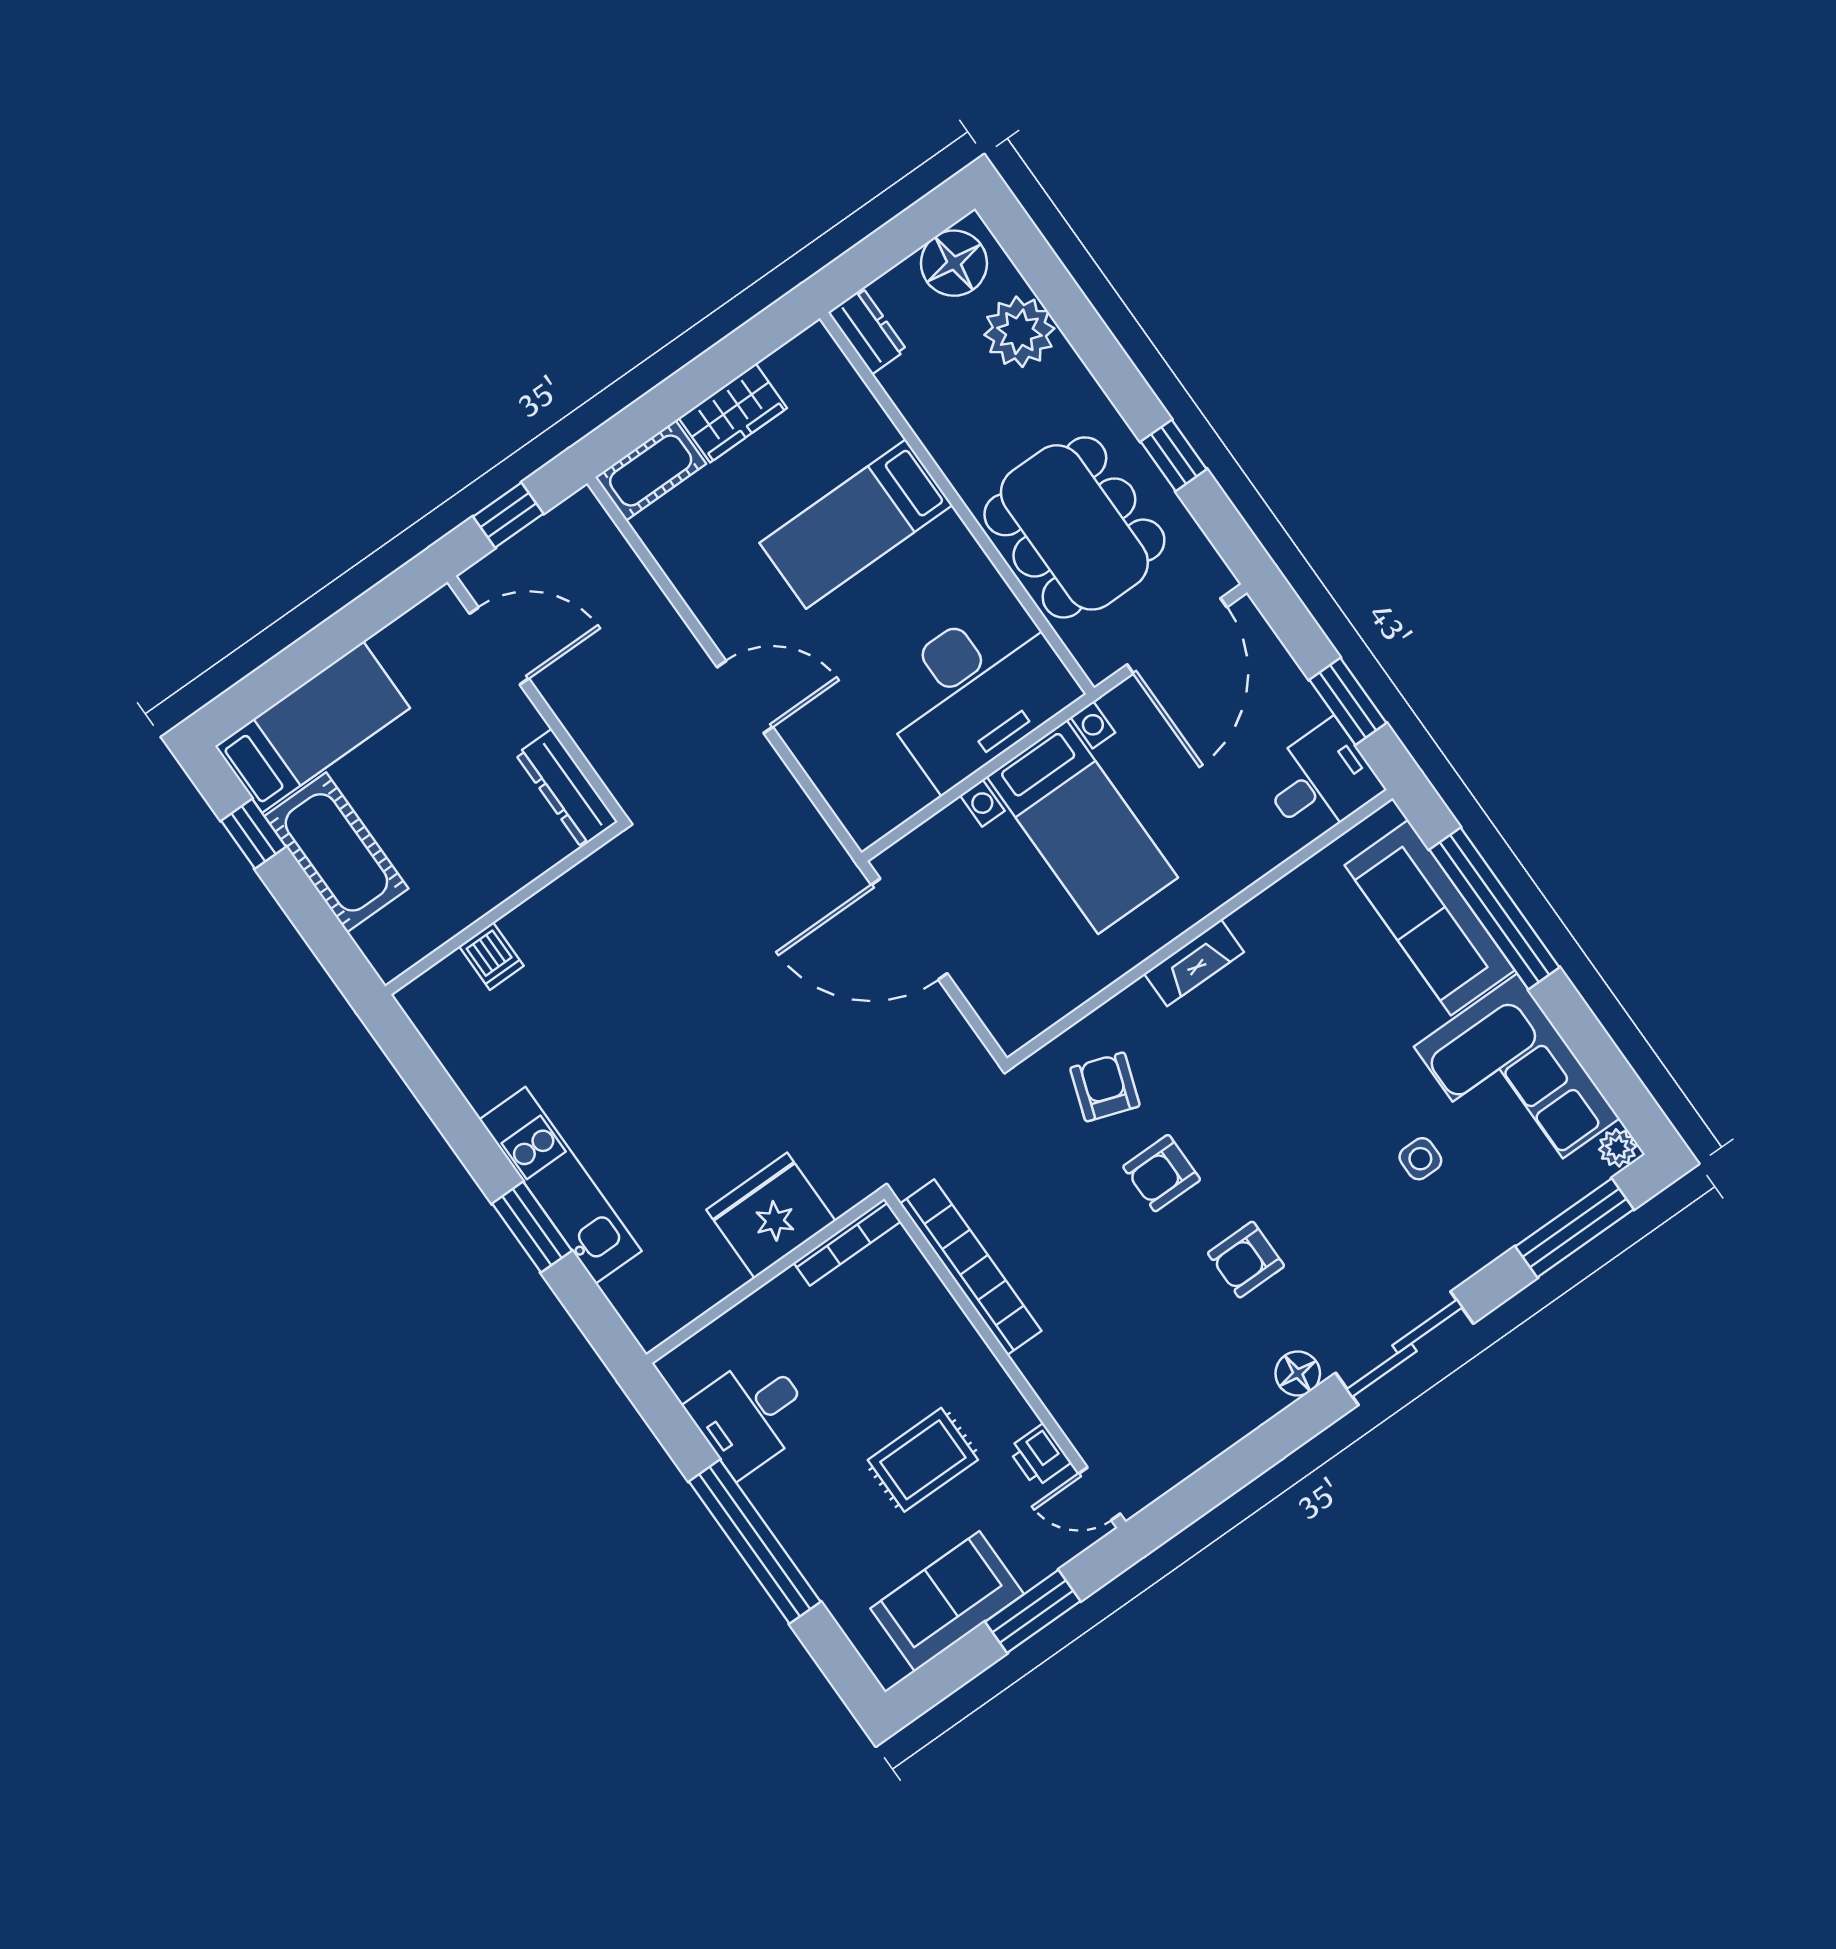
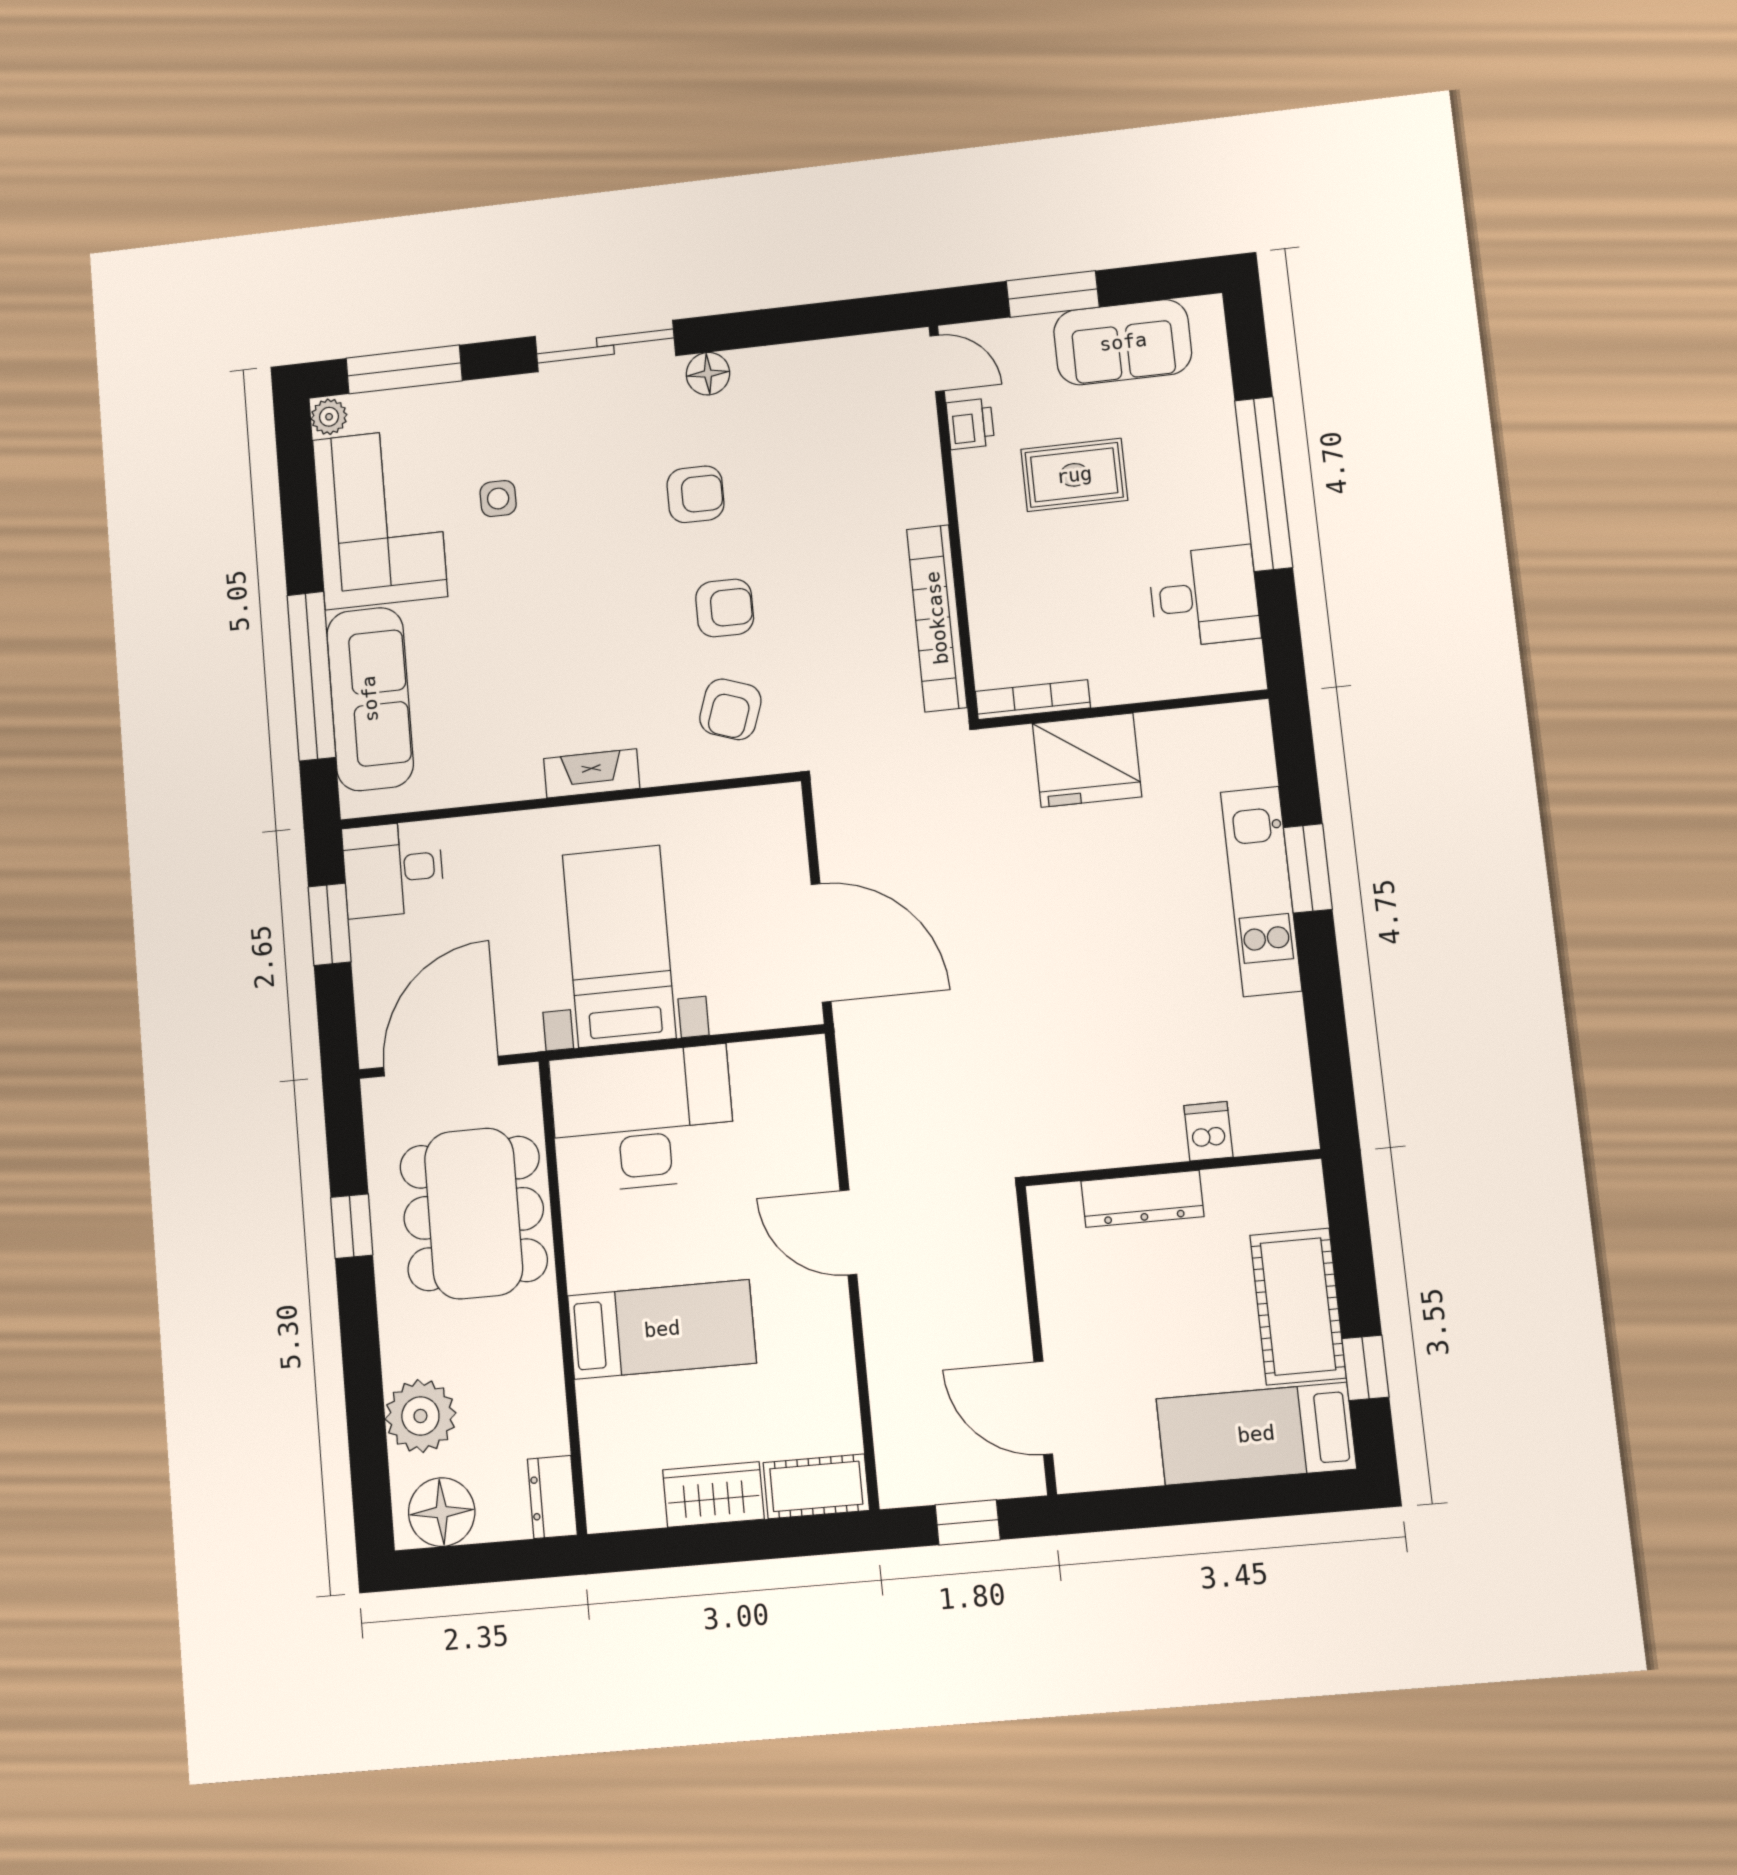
dresser: (567, 788) -> (1142, 1199), moved, turned 90

